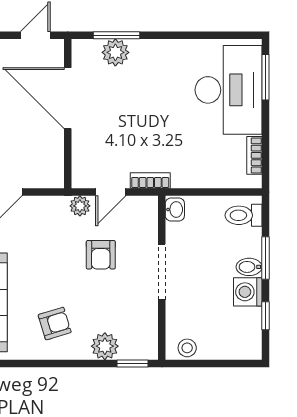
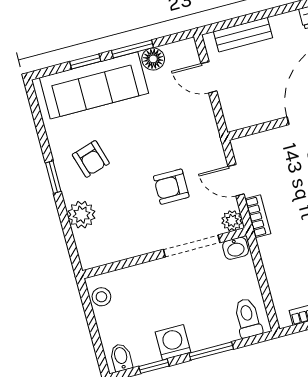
plant: (80, 206) -> (232, 221), moved
bidet: (249, 267) -> (121, 357), moved
doorway: (162, 272) -> (192, 246), moved
window: (132, 363) -> (53, 177), moved

